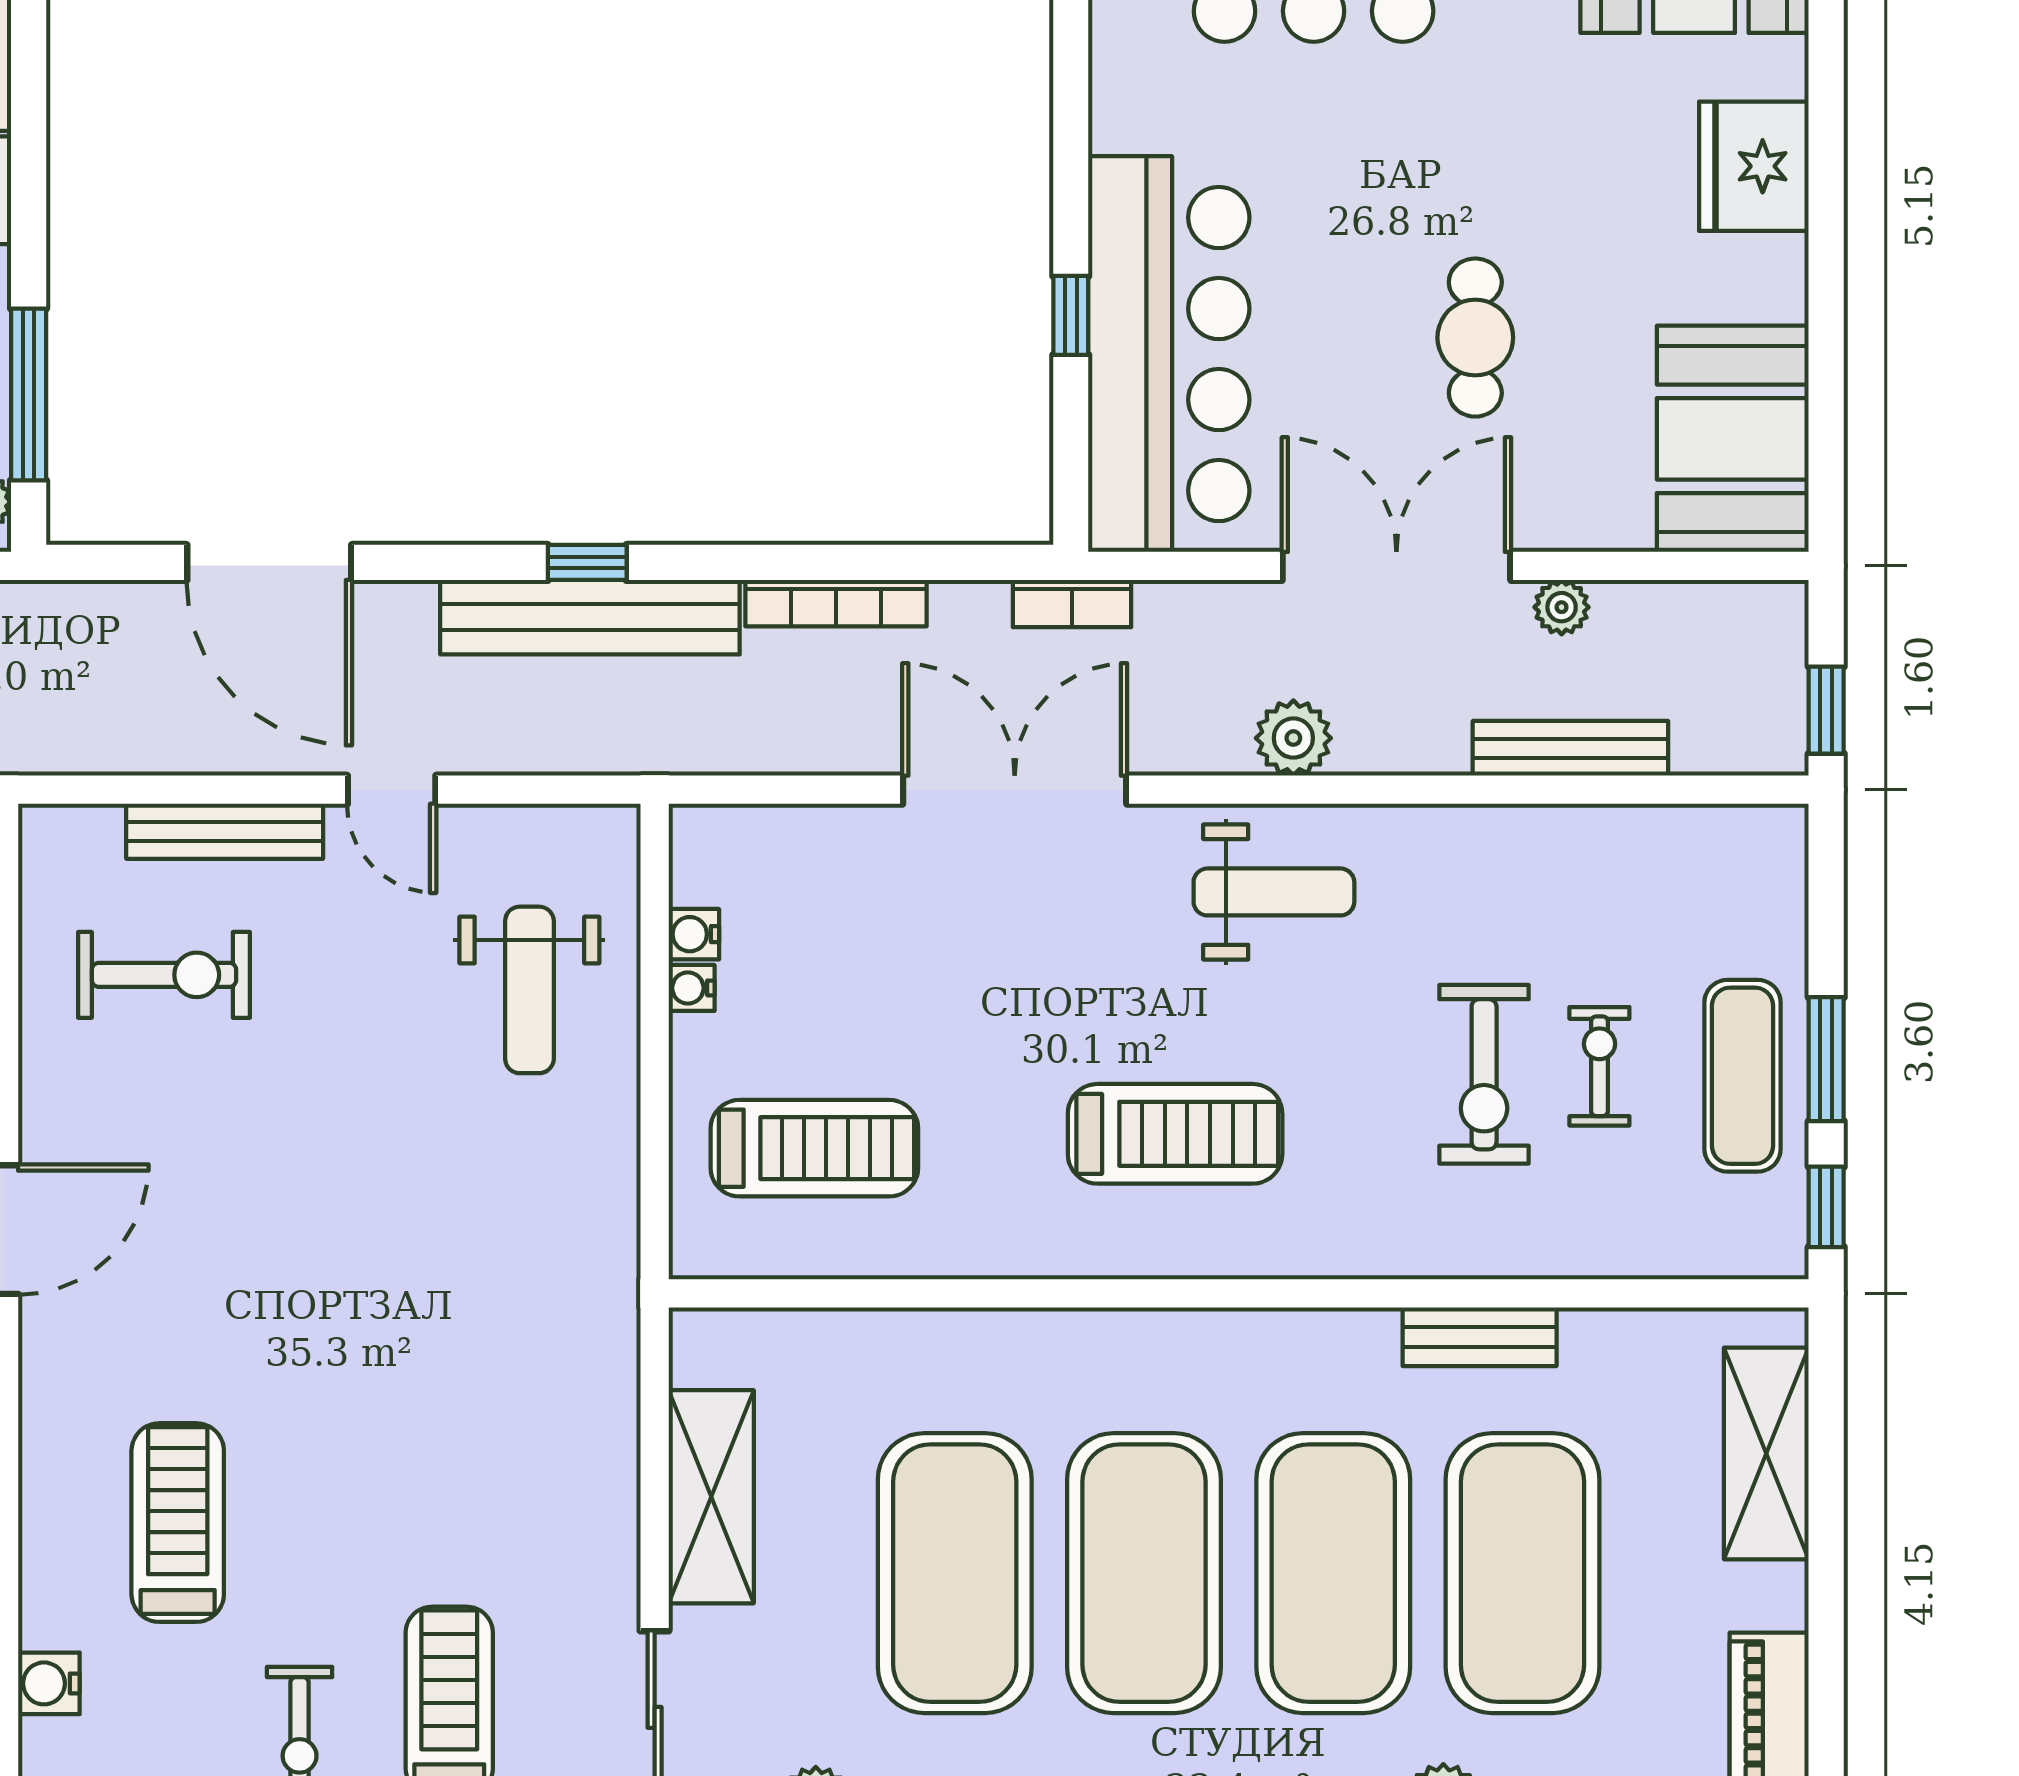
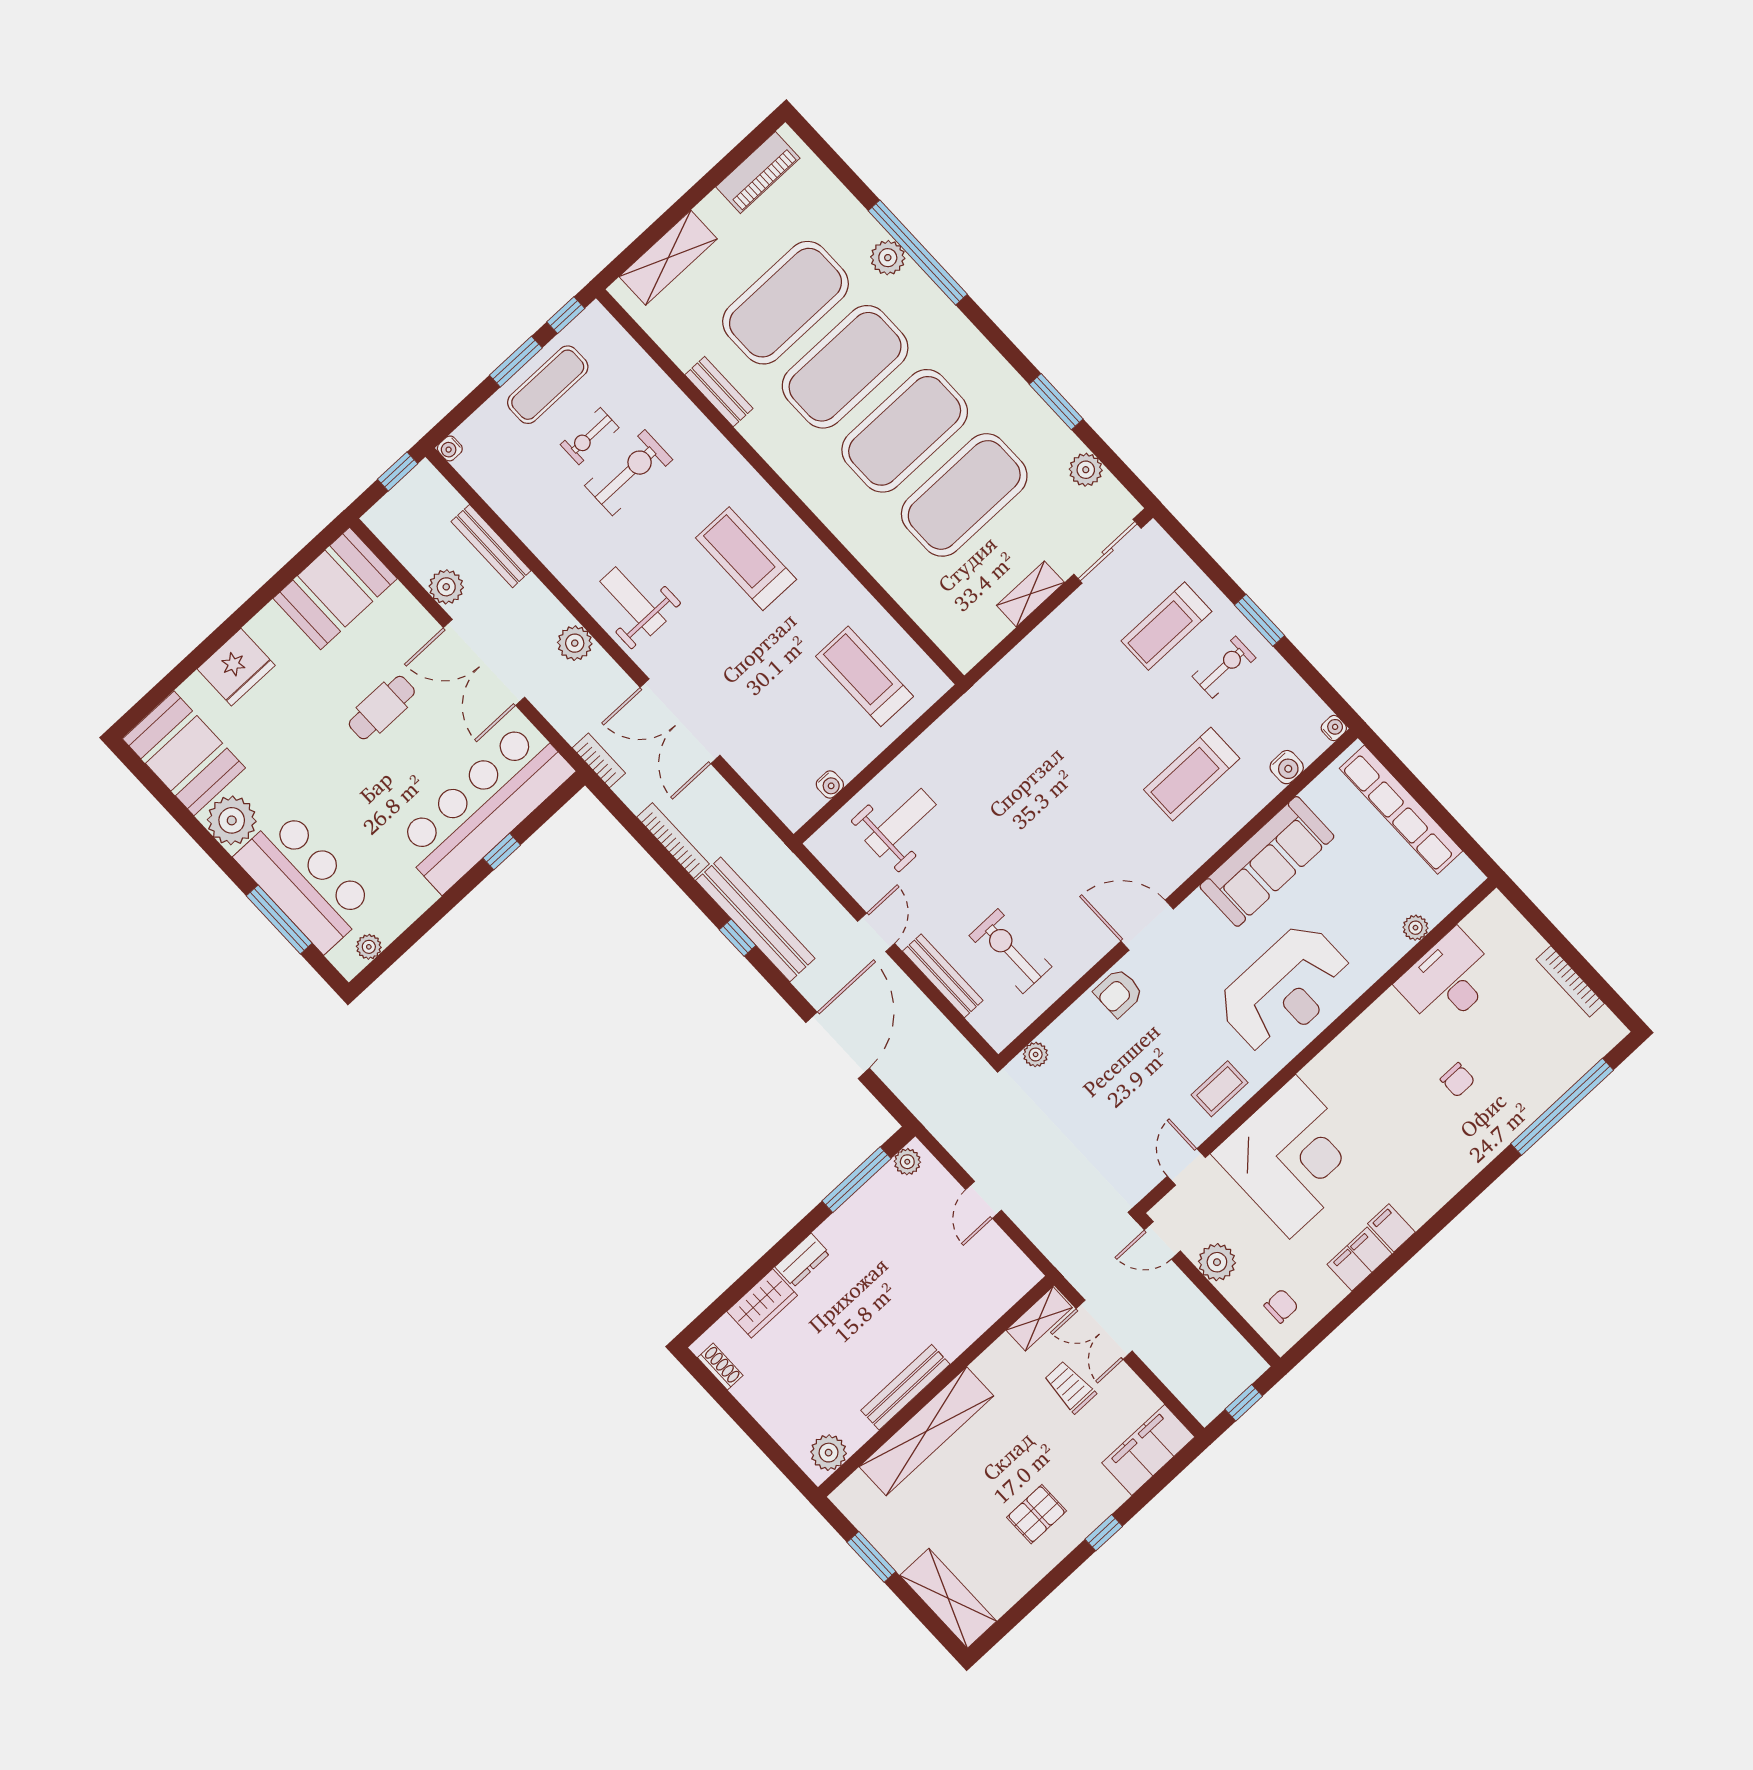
plant: (1562, 607) -> (446, 587), width x1.38, depth x1.38
water cooler: (692, 988) -> (450, 448), moved, turned 90
shelving: (711, 1497) -> (1030, 594), width x0.67, depth x0.75

